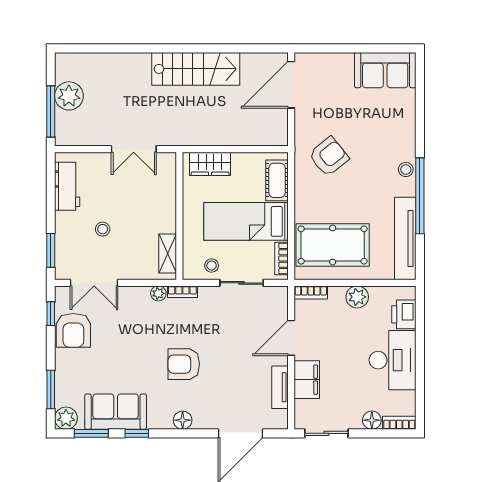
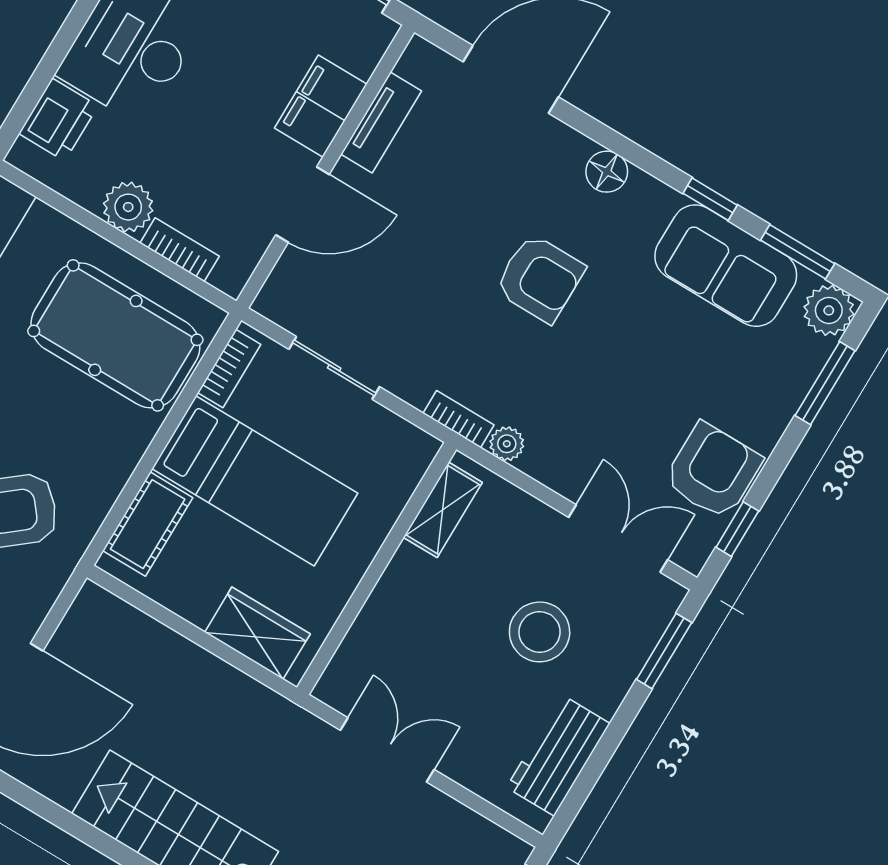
stool: (103, 229) -> (540, 632), width x1.89, depth x1.89
stool: (212, 265) -> (372, 436), removed
bookcase: (311, 292) -> (180, 250), moved

